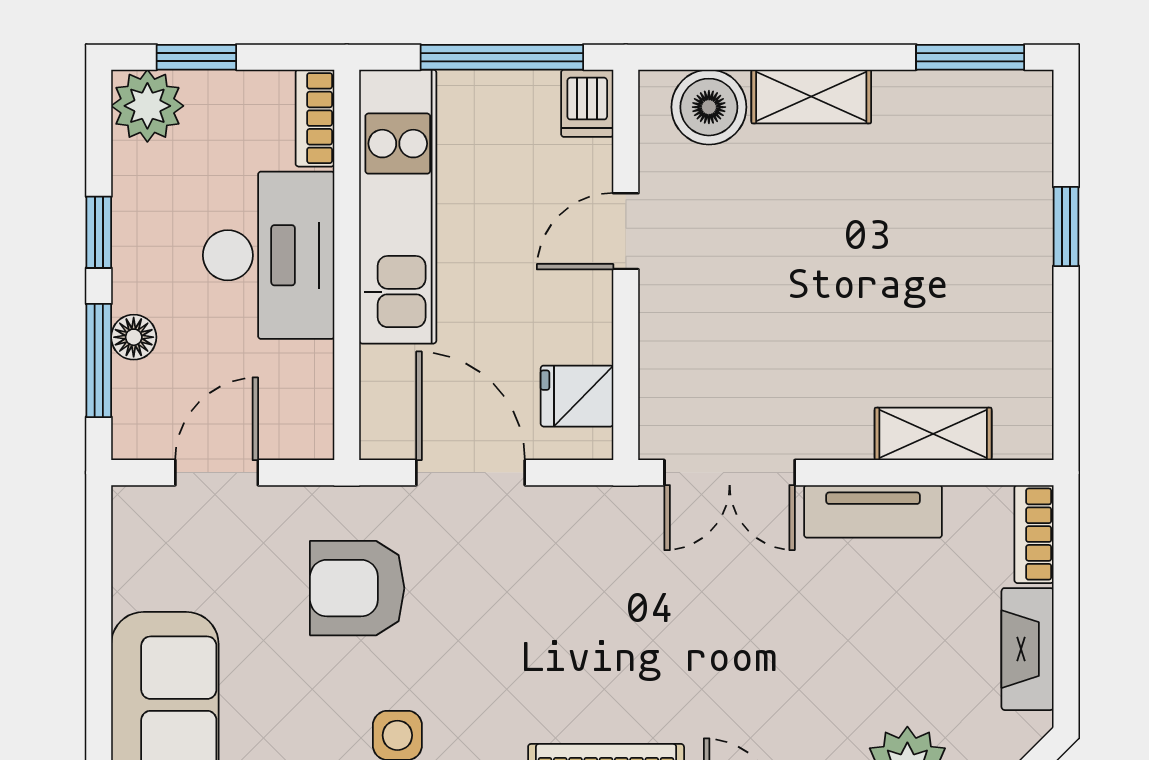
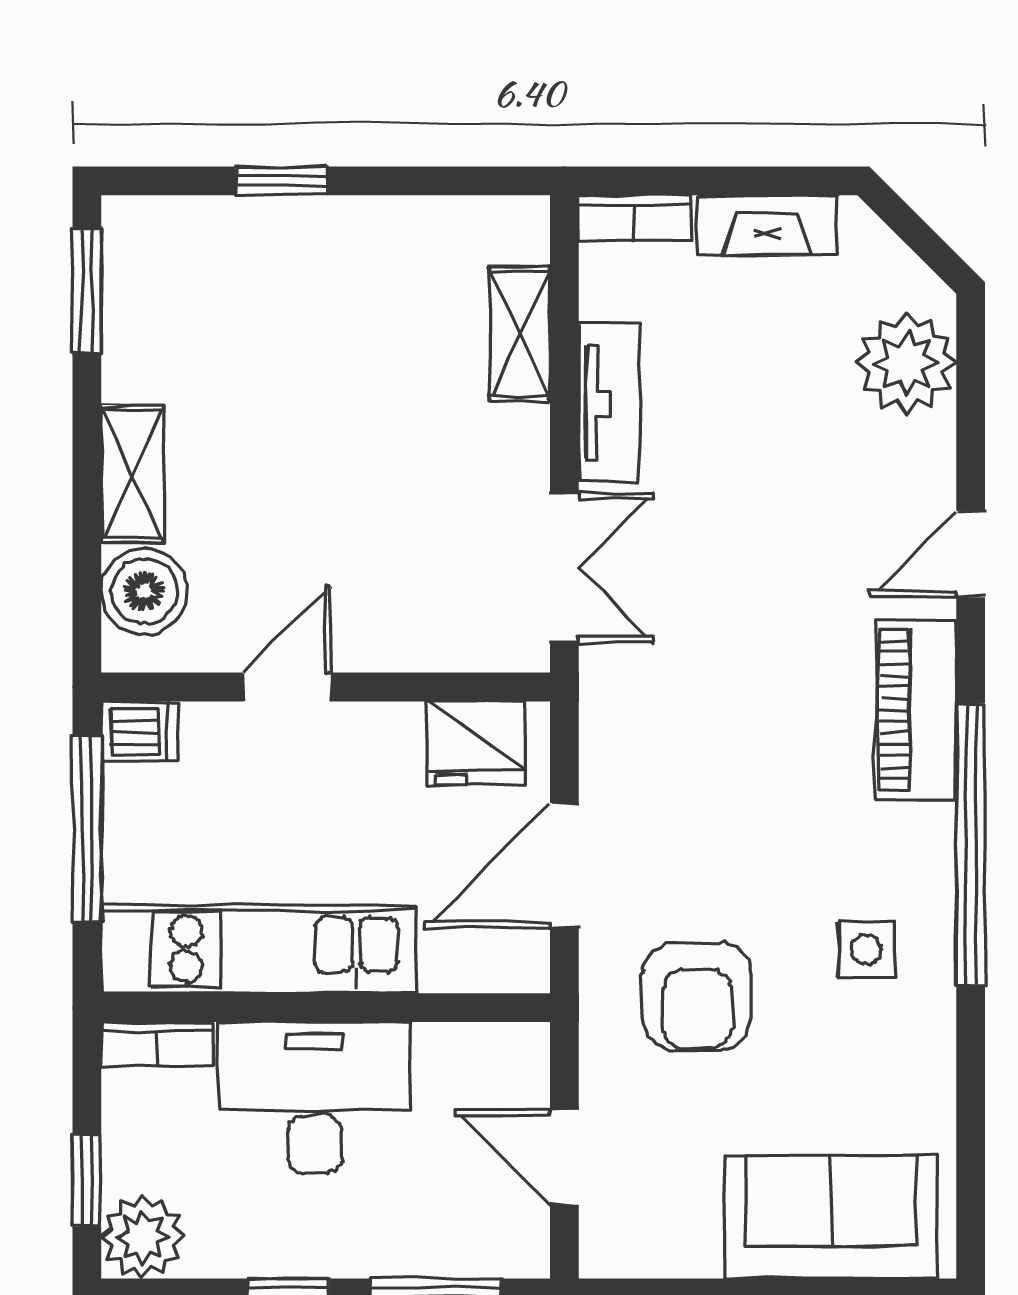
door: (626, 231) -> (287, 687), swing flipped
floor lamp: (134, 337) -> (409, 1253), removed
fridge: (577, 396) -> (476, 743), width x1.38

